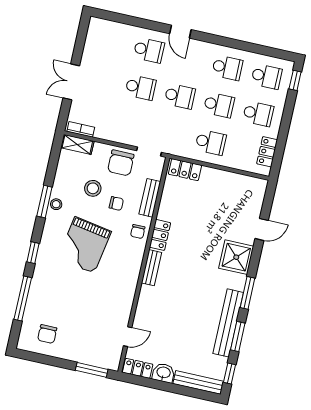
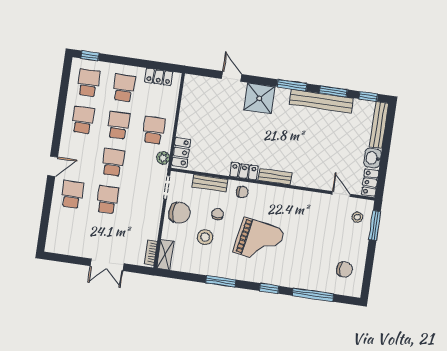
plant: (180, 150) -> (163, 158), added
stool: (56, 204) -> (357, 217), moved

